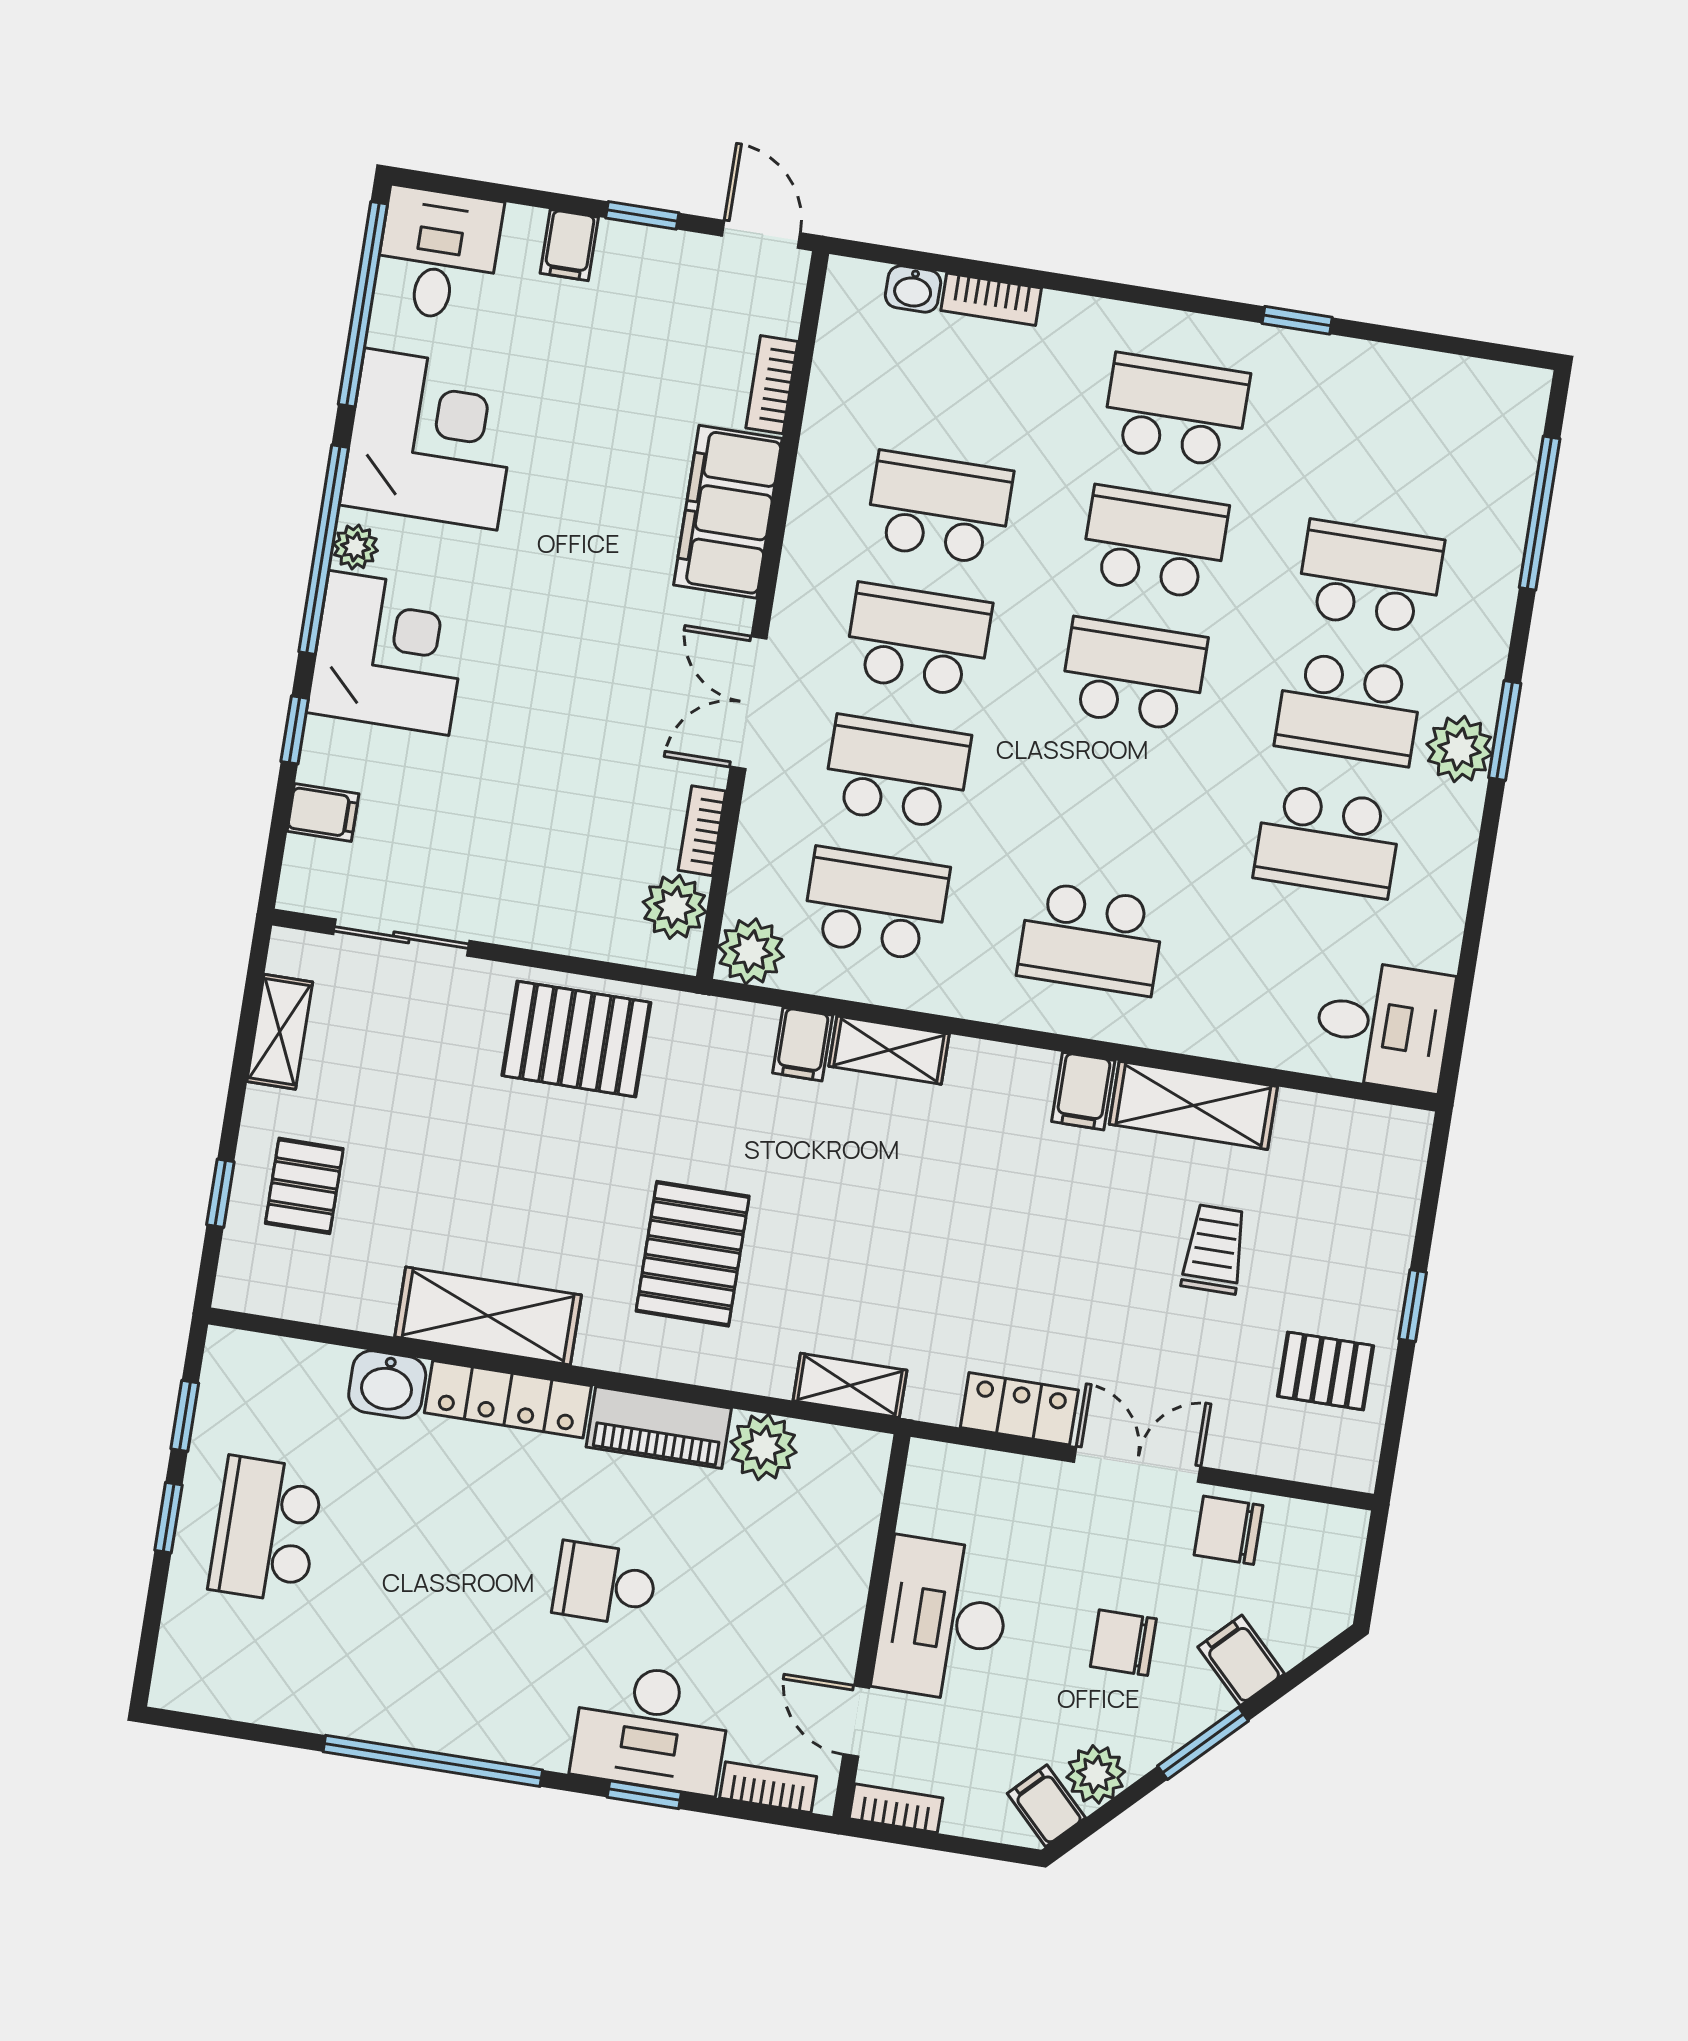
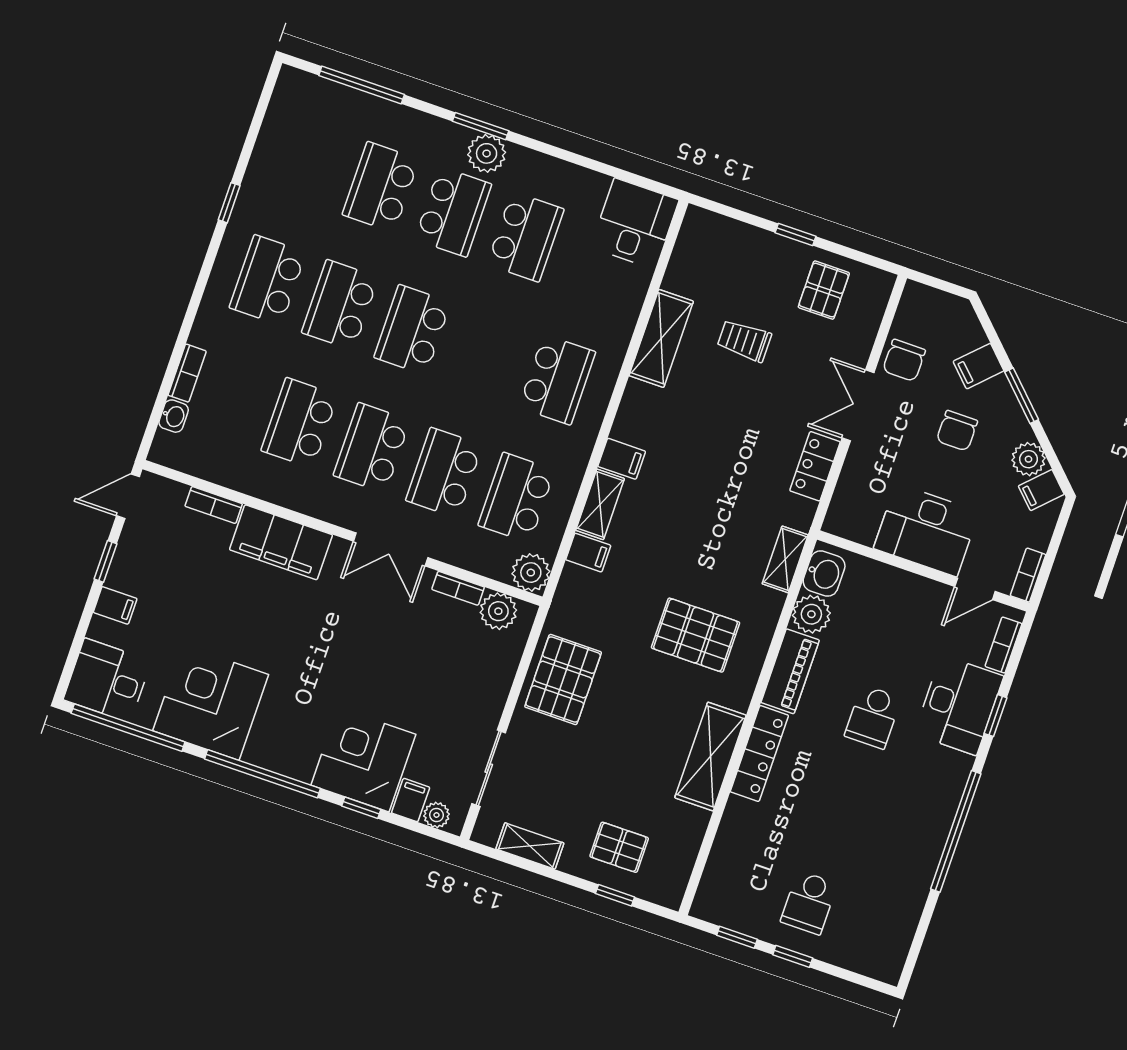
plant: (355, 547) -> (437, 815), moved
corner desk: (389, 653) -> (363, 760), moved
filing cabinet: (1083, 1091) -> (622, 459), moved
washbasin: (387, 1384) -> (824, 574), moved
school desk: (266, 1530) -> (809, 903), width x0.54

